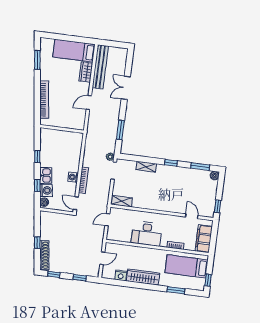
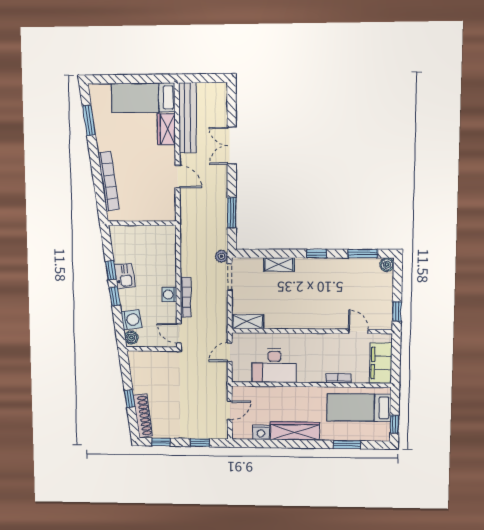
door: (89, 103) -> (178, 177), swing flipped
kitchen sink: (46, 175) -> (125, 276), moved
window: (37, 185) -> (115, 296), moved
desk: (147, 234) -> (274, 366), moved

